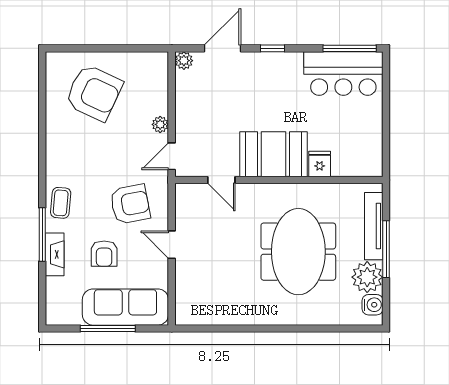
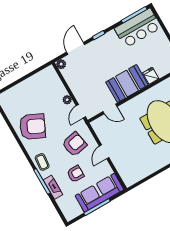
armchair: (94, 93) -> (33, 126), moved
door: (172, 245) -> (104, 152), hinge flipped
armchair: (104, 254) -> (75, 174), turned -90

